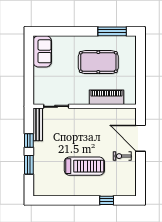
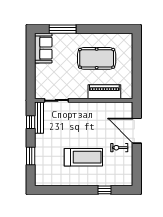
window: (112, 31) -> (63, 29), moved
window: (29, 140) -> (31, 122), moved

